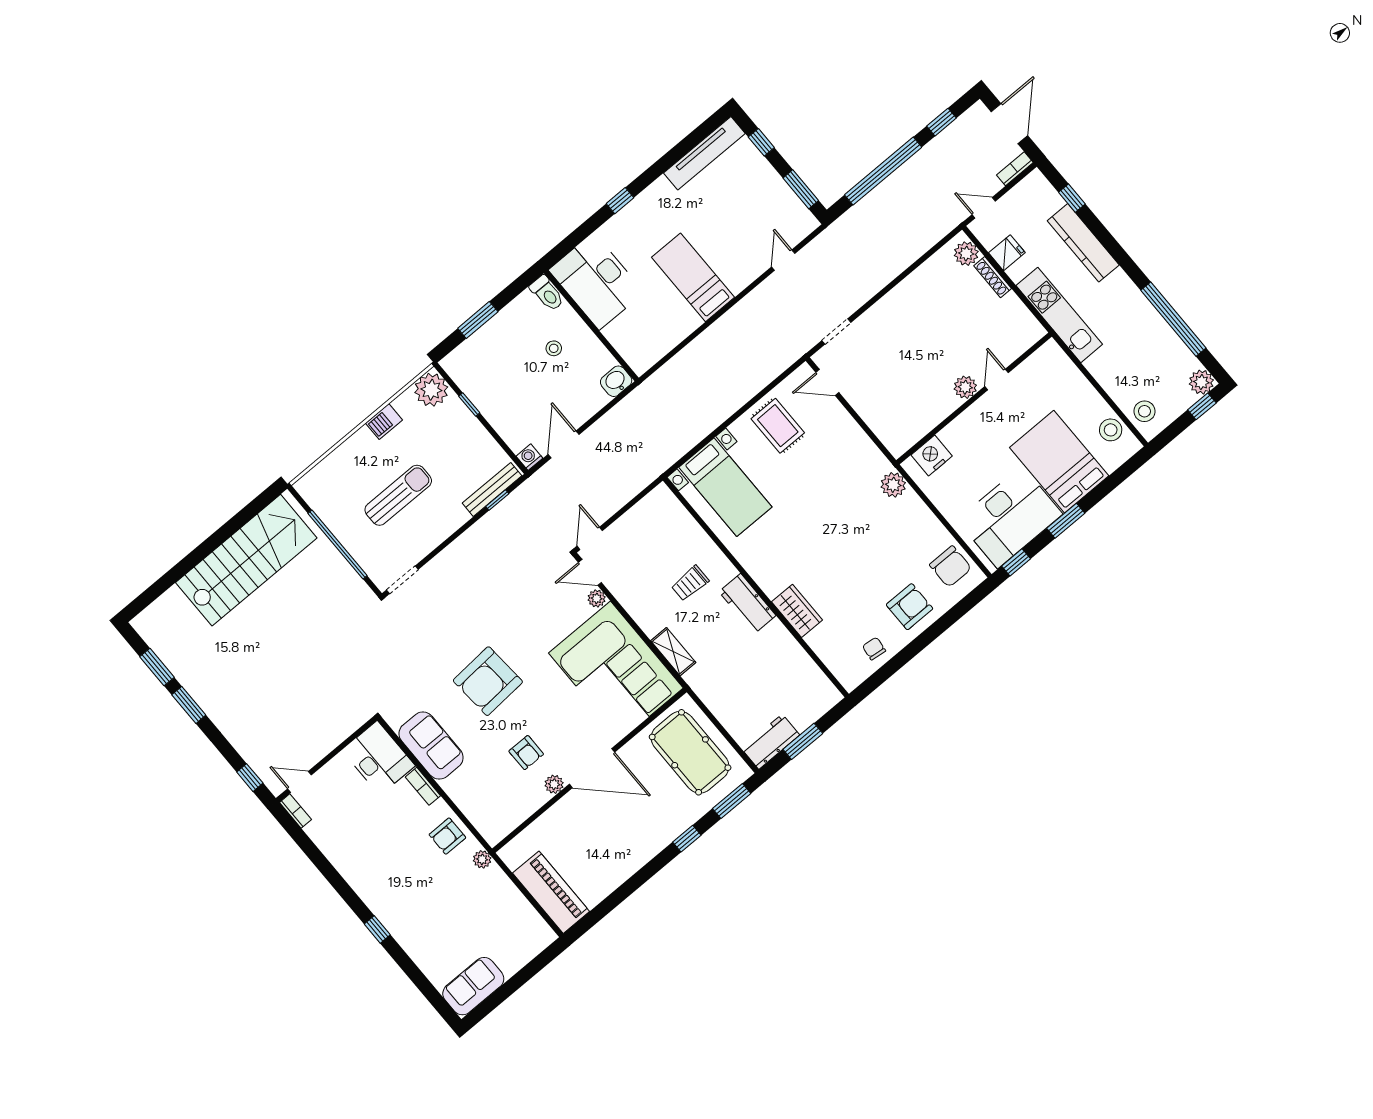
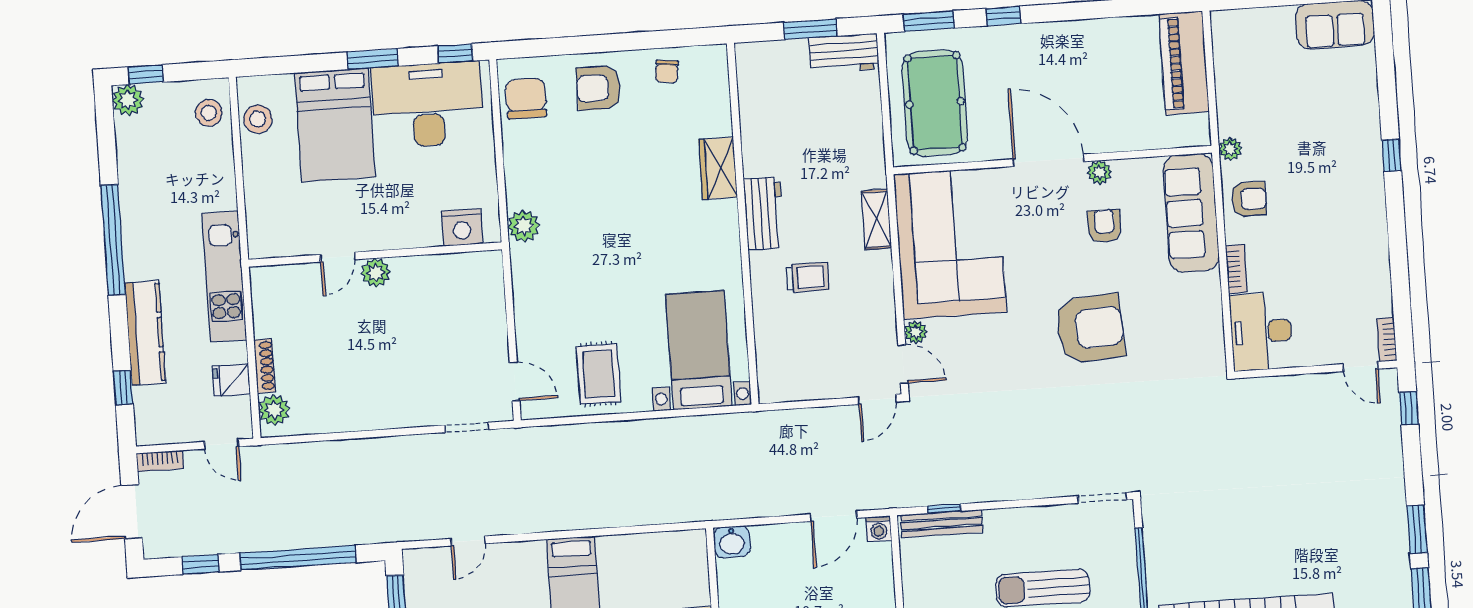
window: (1173, 319) -> (113, 240), moved
sofa: (431, 746) -> (1191, 213), moved, width x1.36

